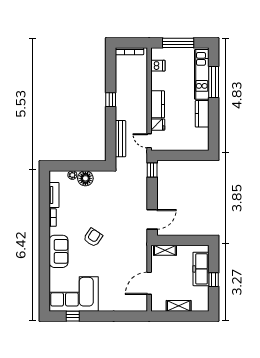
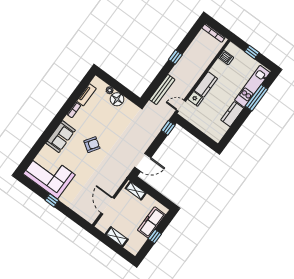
window: (178, 43) -> (252, 52), width x0.46
door: (149, 141) -> (181, 106), hinge flipped
door: (149, 283) -> (108, 206), hinge flipped
window: (73, 316) -> (52, 200), moved

